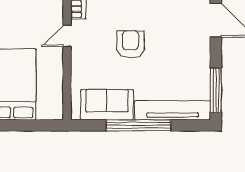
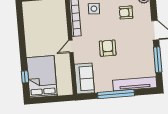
window: (216, 90) -> (158, 60), moved
sofa: (107, 105) -> (84, 78), moved, turned 90

